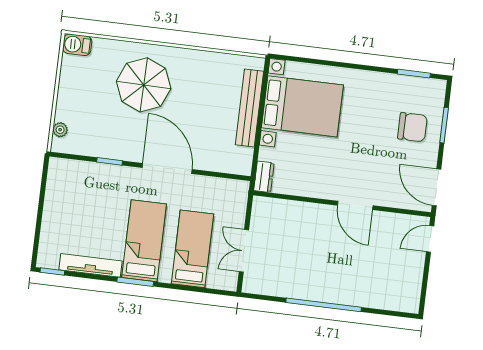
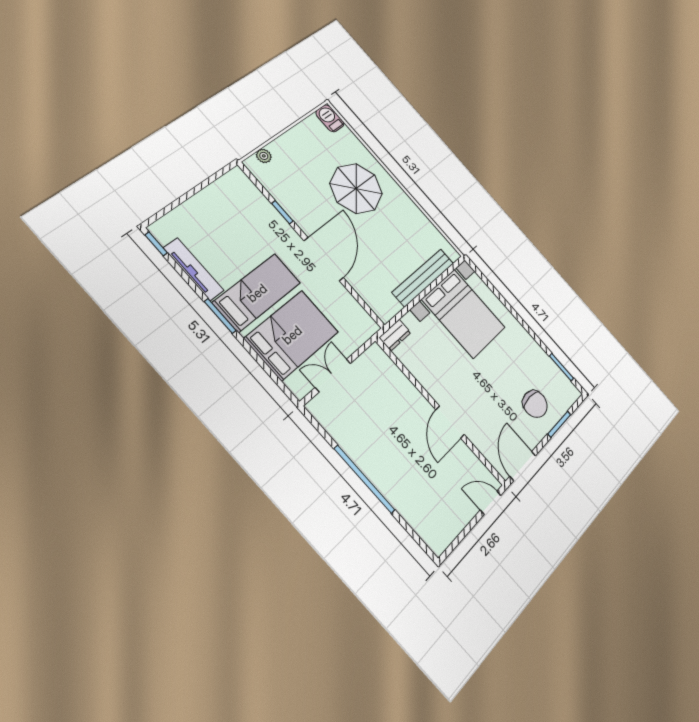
bed: (193, 249) -> (292, 335), width x1.50

